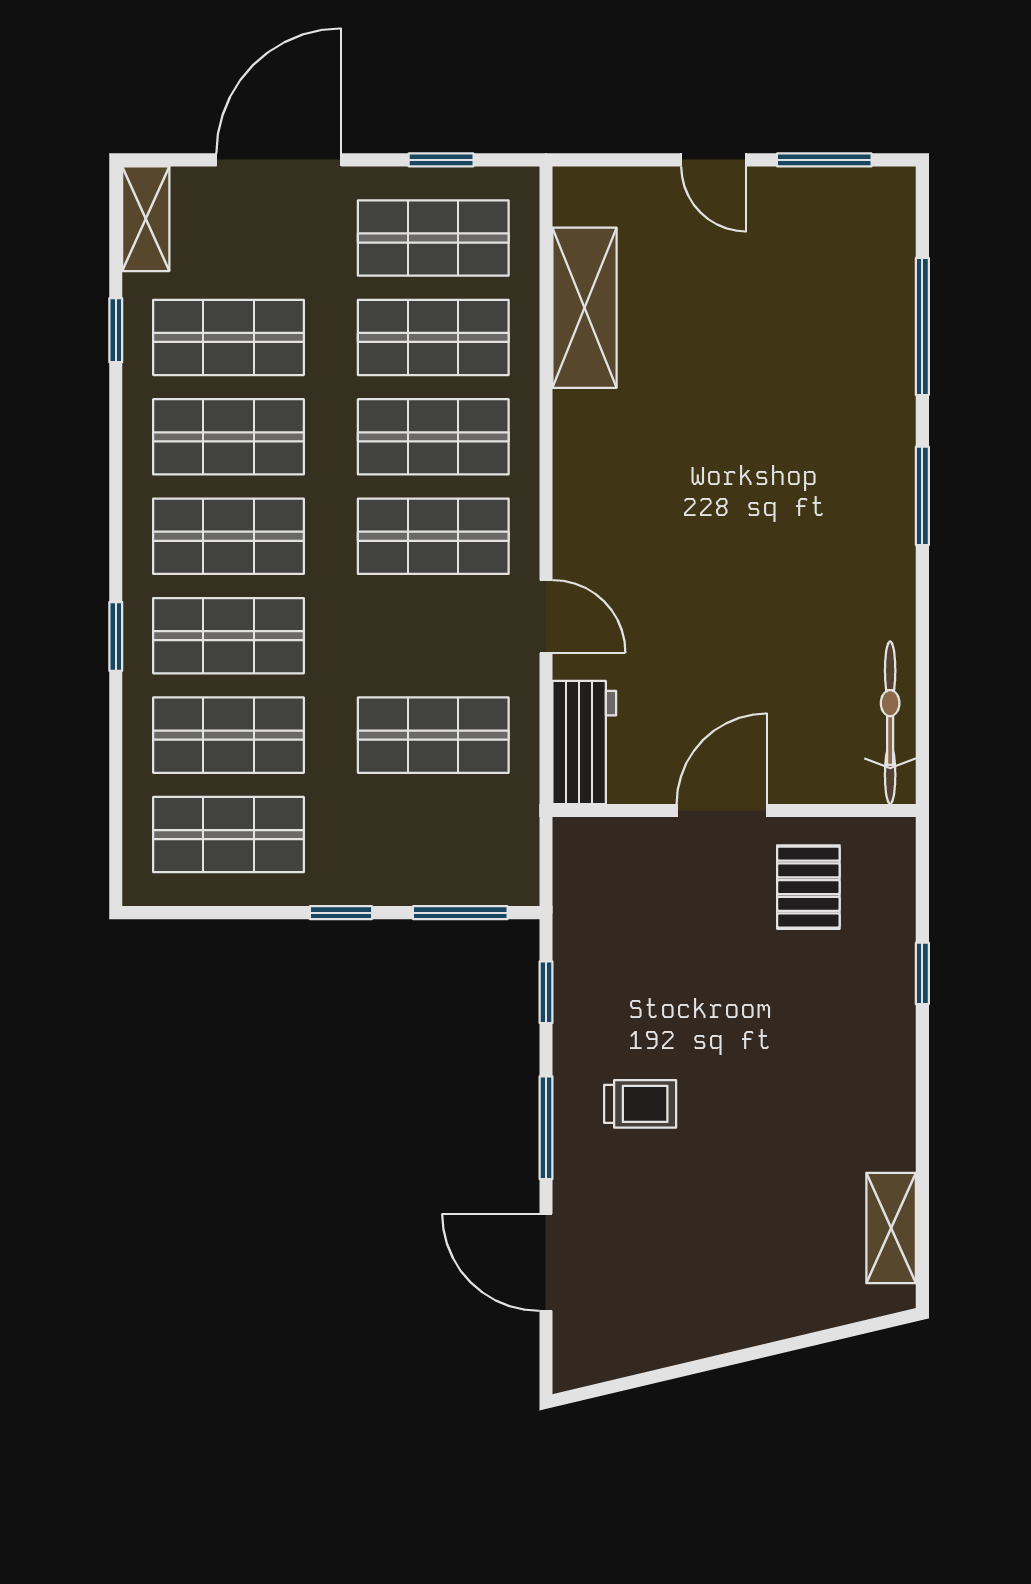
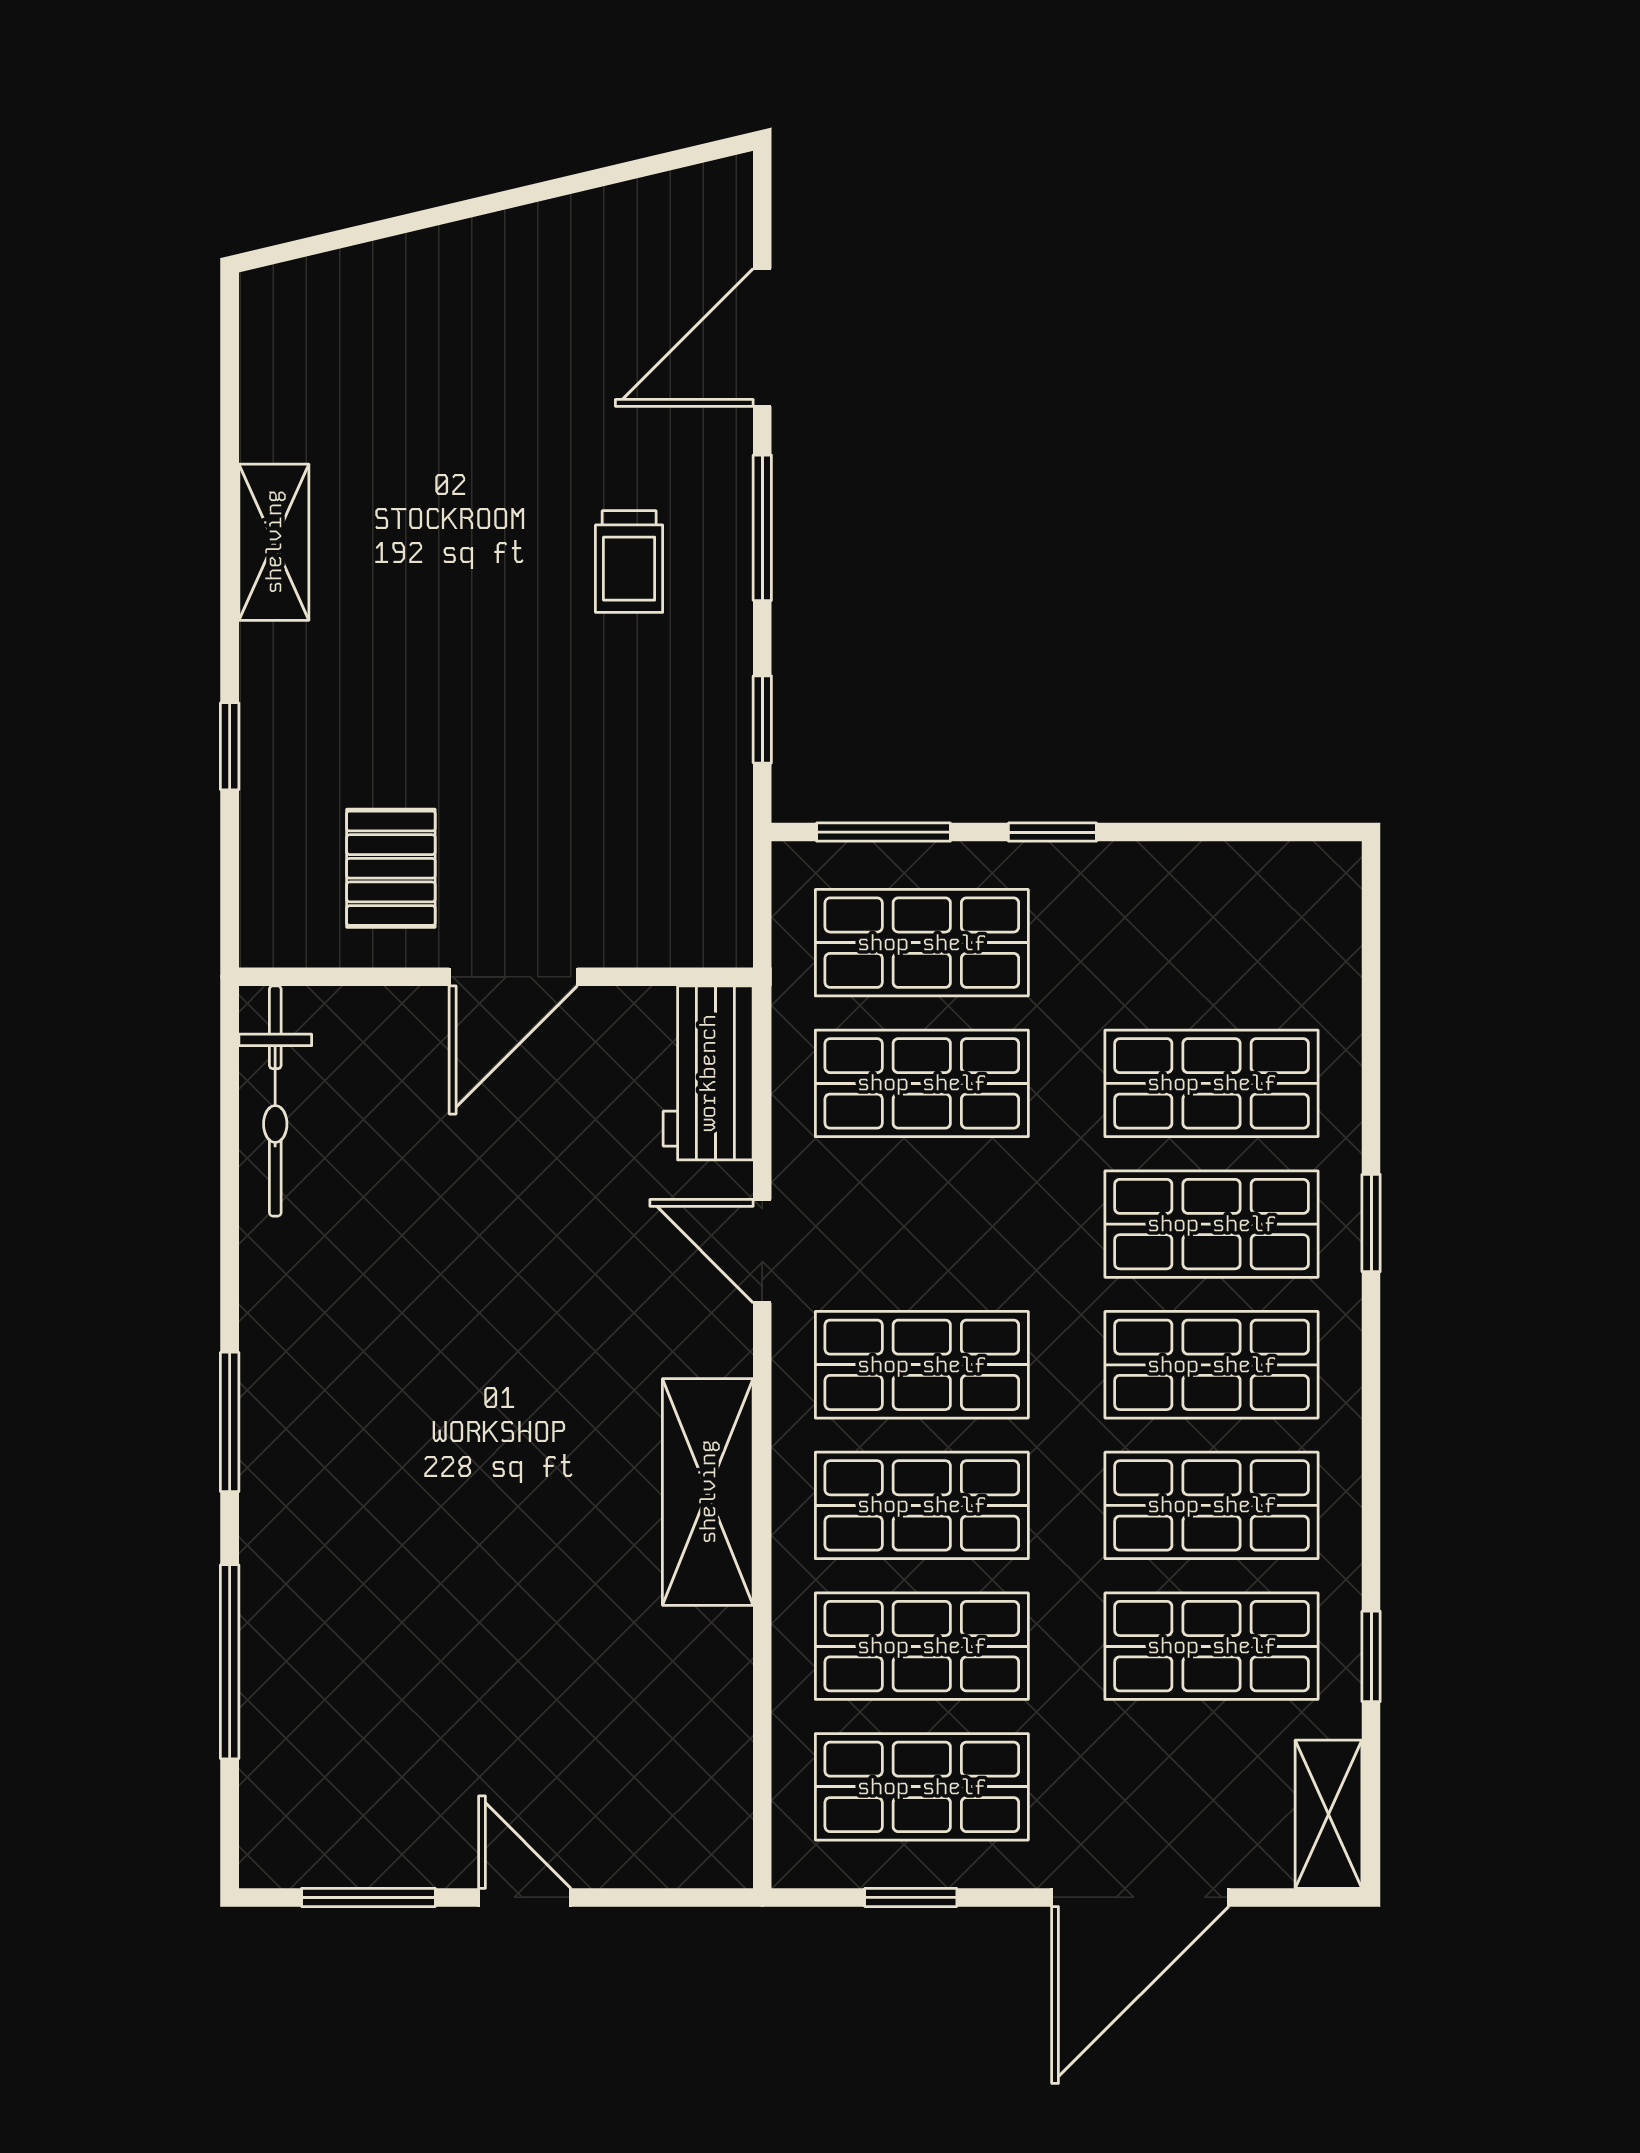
shelving: (584, 308) -> (708, 1492), moved
shop shelf: (229, 835) -> (922, 943), moved
trolley: (640, 1104) -> (629, 562), turned -90
shelving: (891, 1228) -> (274, 542), moved
door: (546, 1262) -> (762, 337), swing flipped

